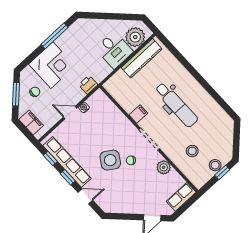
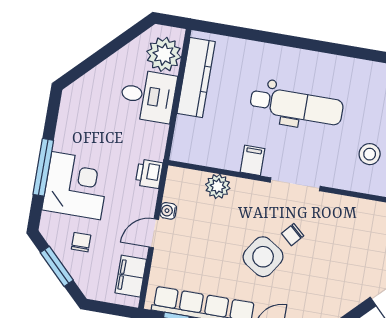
window: (55, 36) -> (43, 167), moved
filing cabinet: (31, 122) -> (131, 276), moved, turned -90
plant: (164, 167) -> (218, 186), moved

